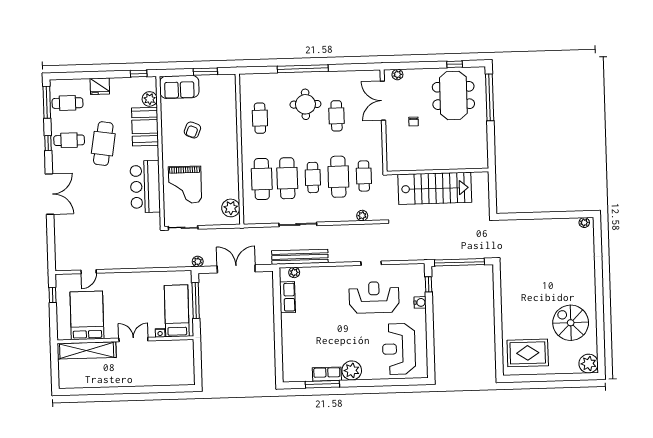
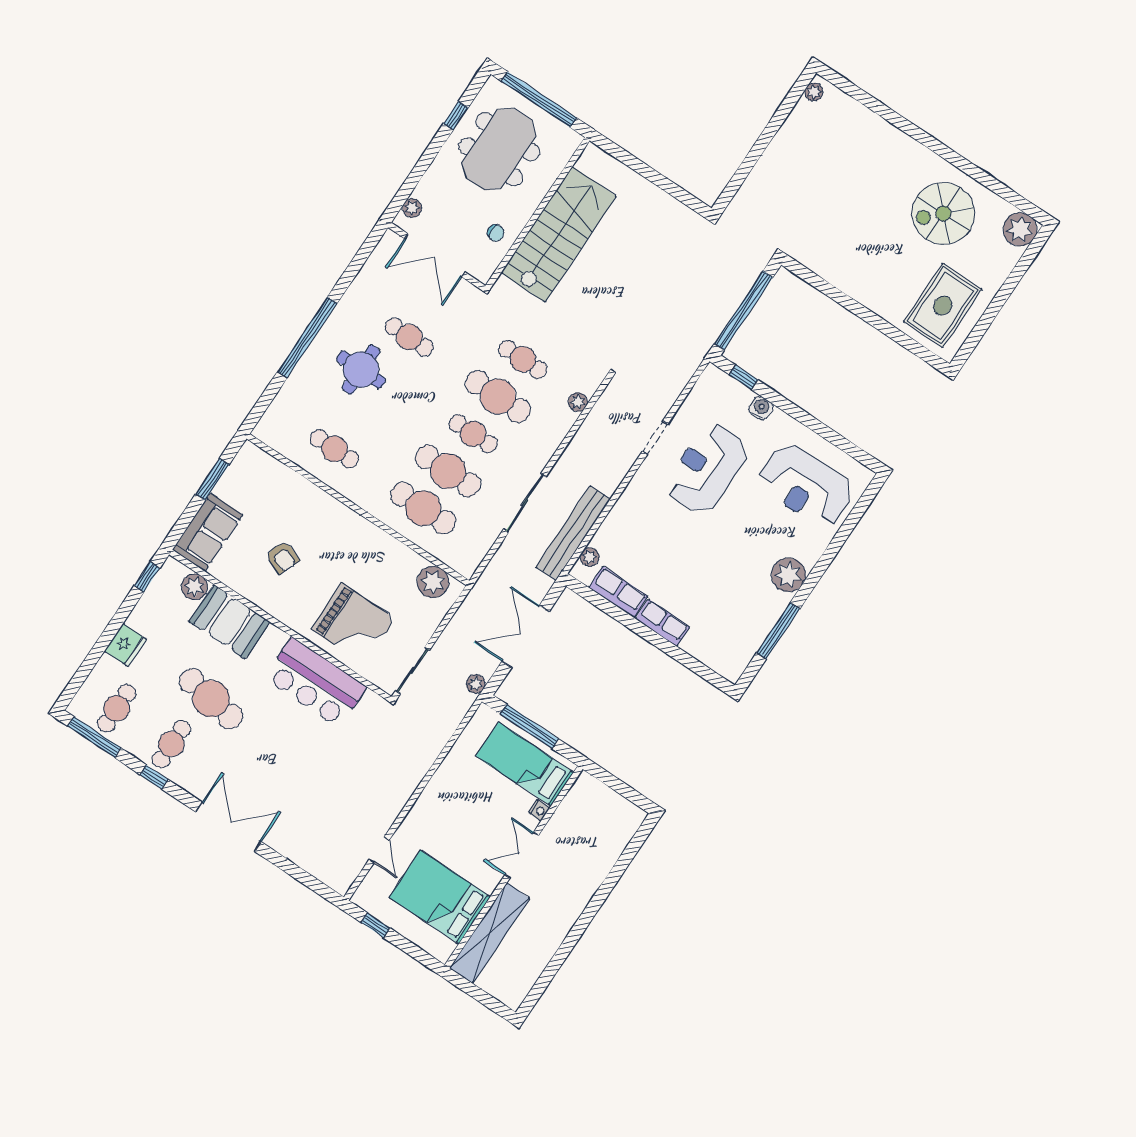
meeting table: (453, 95) -> (499, 149), turned 90
wall: (438, 172) -> (537, 213), moved
stairs: (435, 188) -> (559, 234), moved
row of seats: (327, 374) -> (663, 623), moved, turned 90

